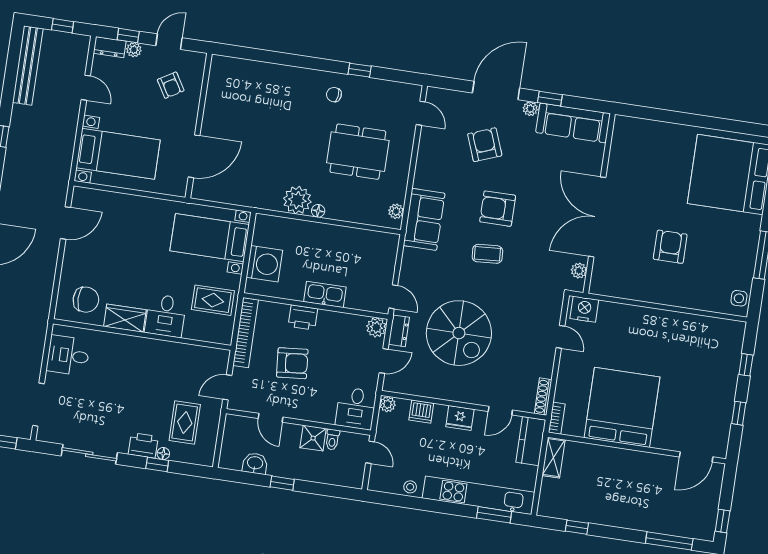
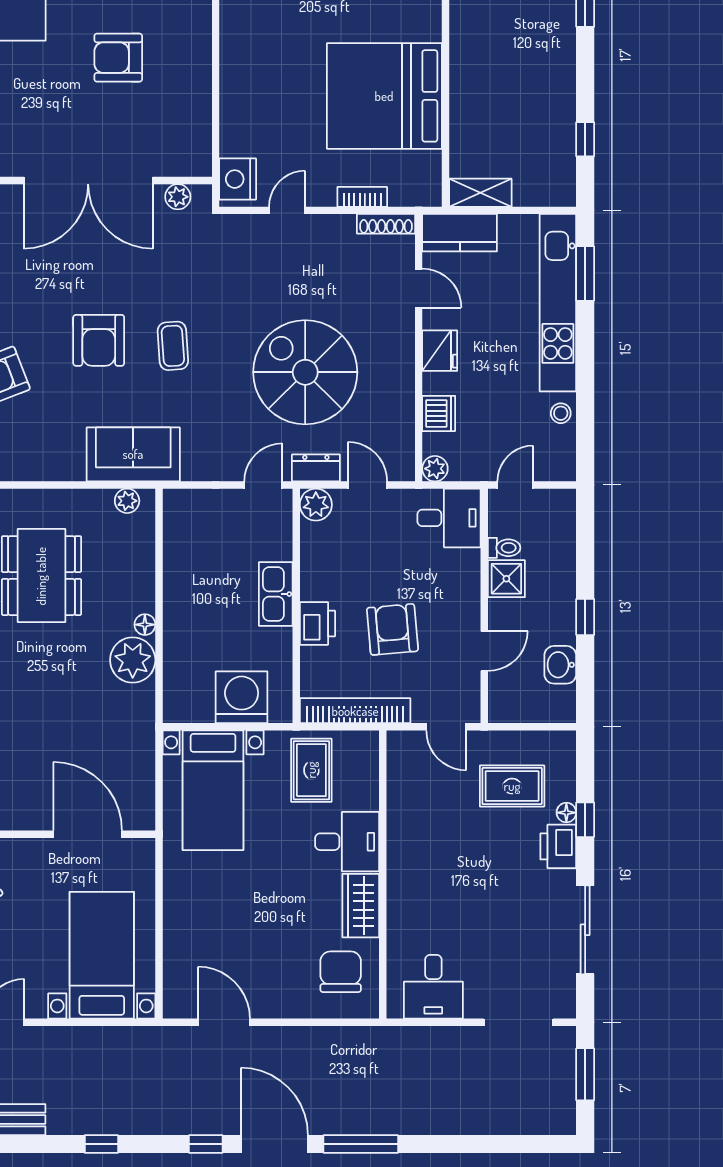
spiral stairs: (459, 333) -> (305, 372), turned -90
bookcase: (557, 418) -> (362, 197), moved

